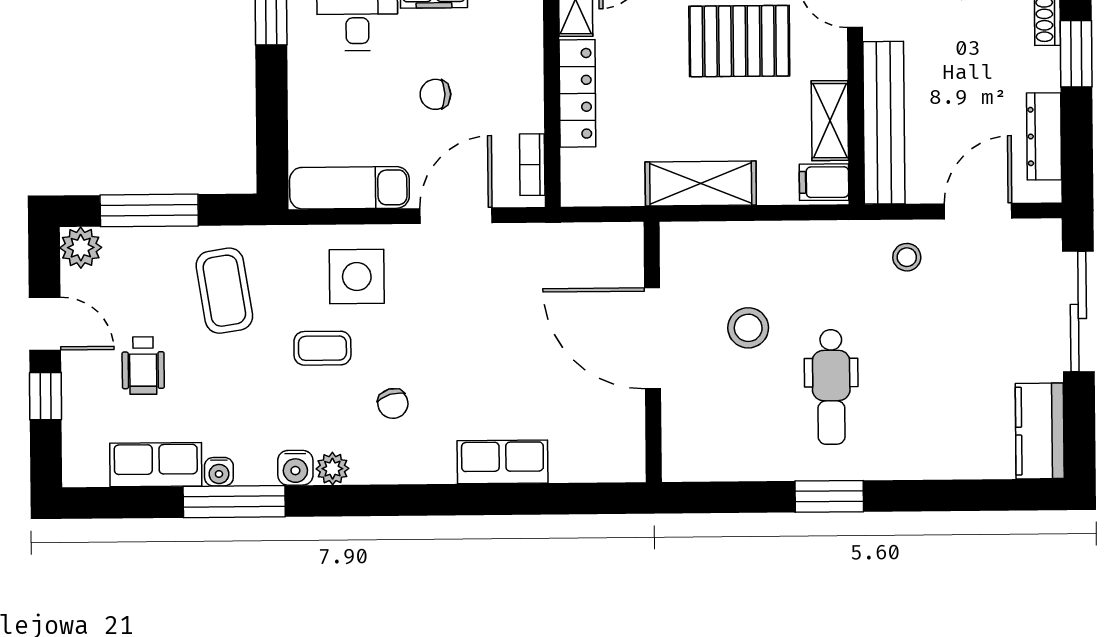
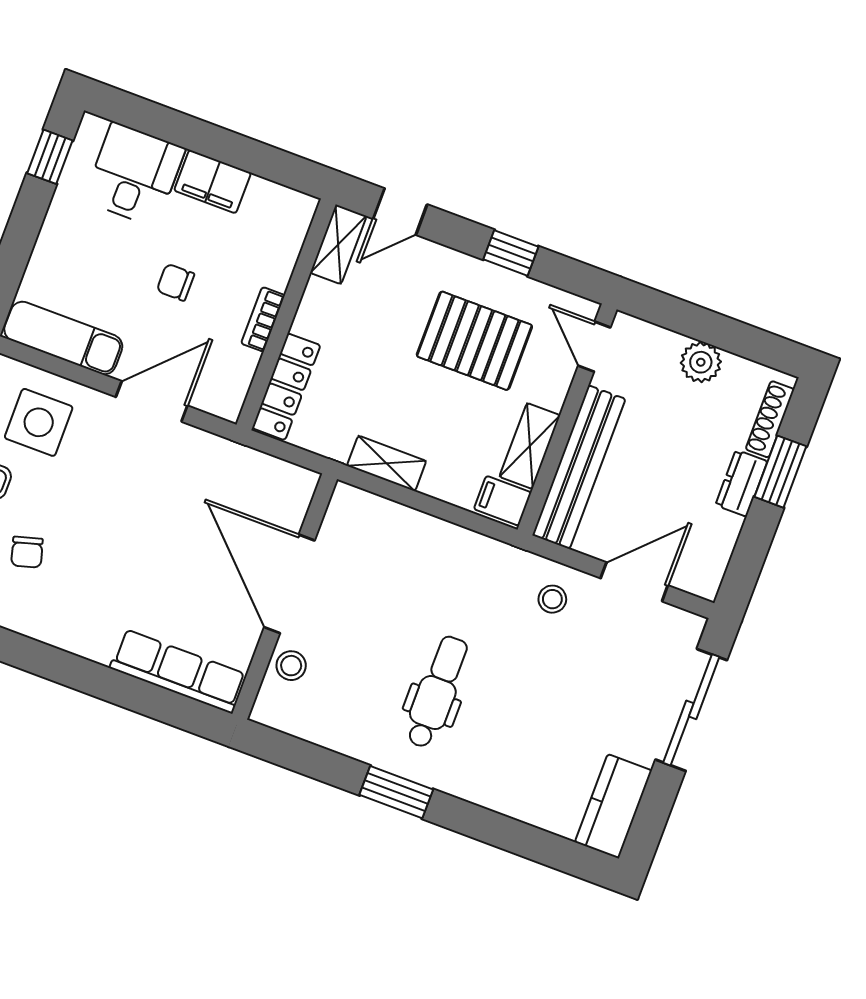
locker: (577, 93) -> (286, 387), moved
dresser: (1044, 136) -> (741, 483), moved, width x0.70
bookcase: (532, 165) -> (263, 319), moved
shelving: (701, 183) -> (387, 463), width x0.67, depth x0.75
stool: (748, 328) -> (291, 666), moved, width x0.73, depth x0.73
dental chair: (831, 387) -> (437, 692), turned 180
row of seats: (503, 462) -> (178, 671), moved, width x1.48

